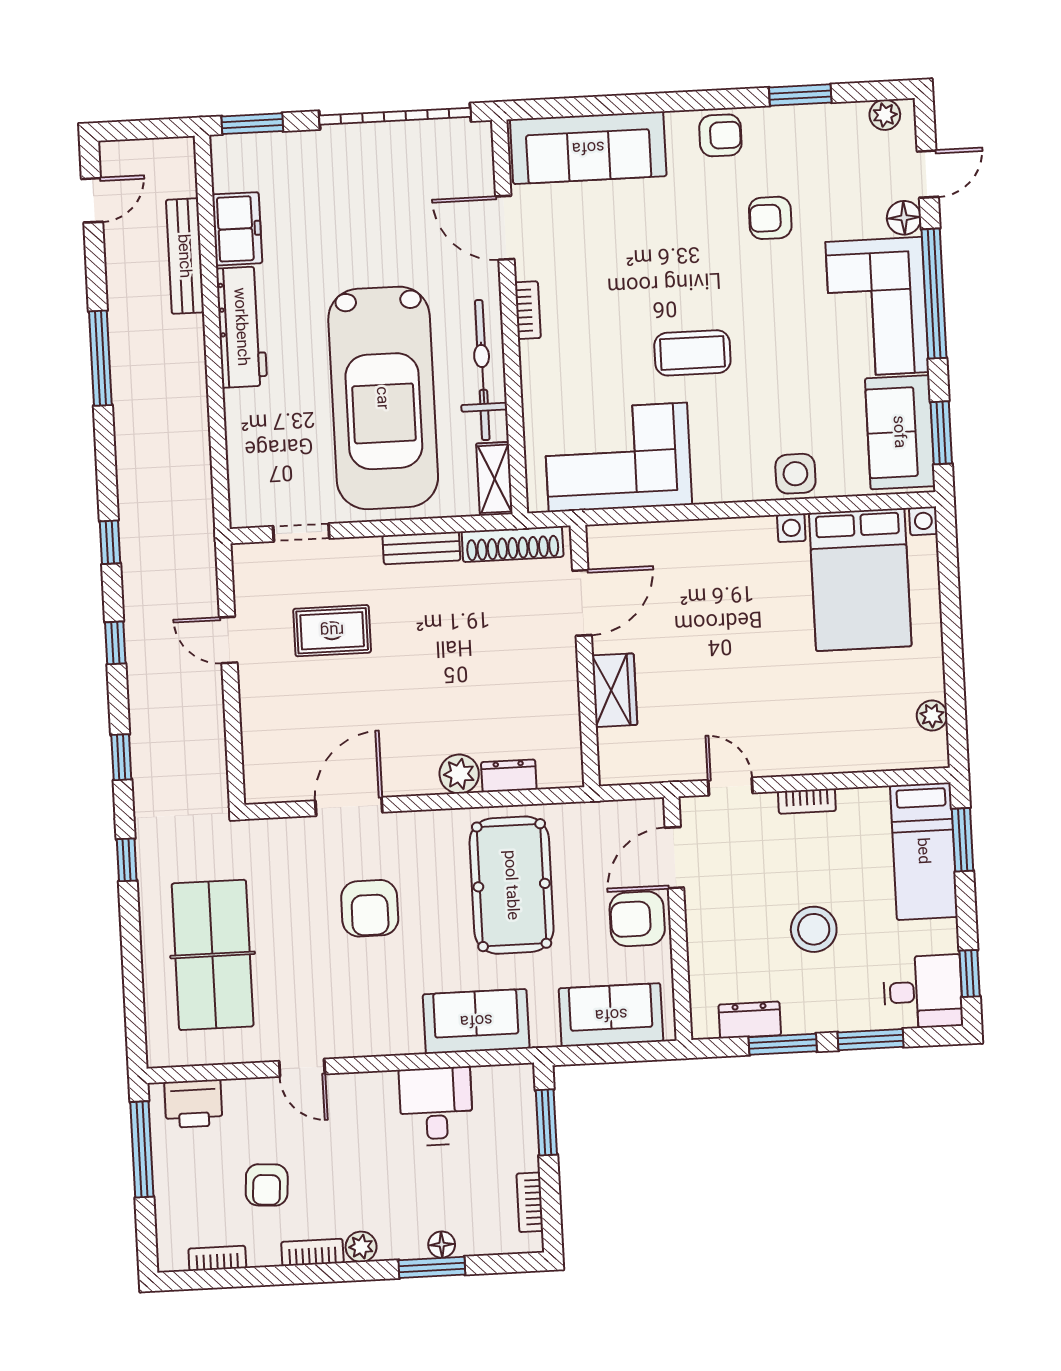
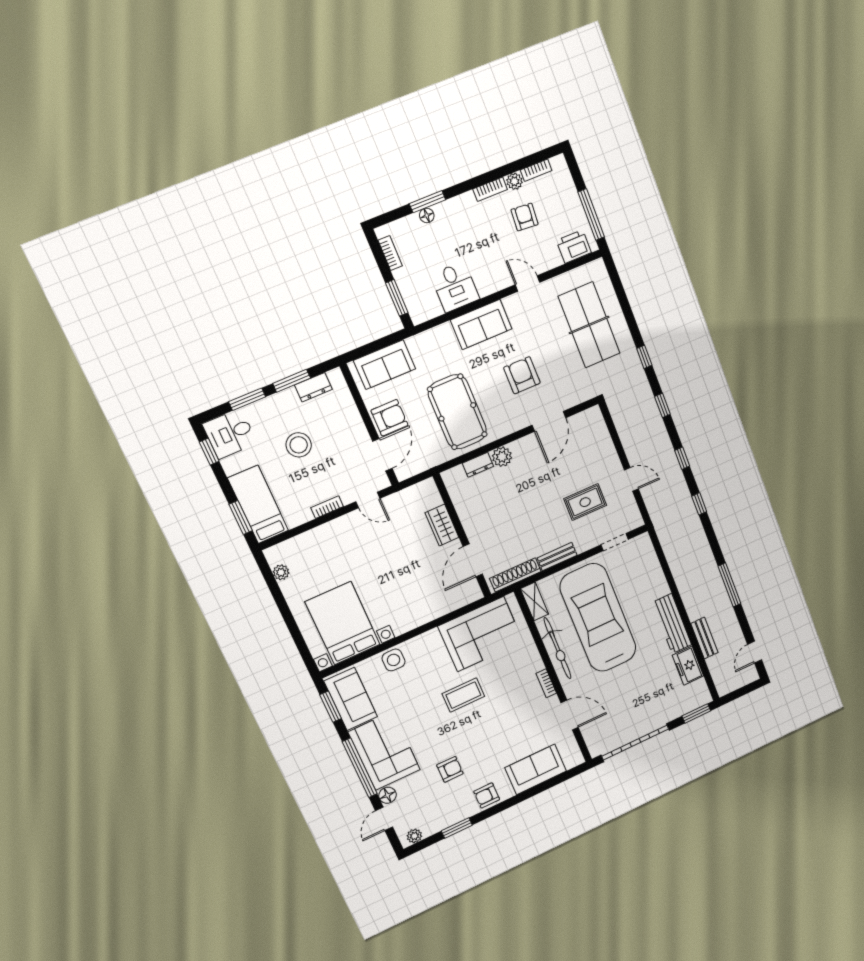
sofa: (588, 148) -> (536, 769), width x0.73
bench: (185, 256) -> (704, 638), width x0.73
sofa: (476, 1021) -> (481, 324), moved
plant: (361, 1247) -> (514, 181), moved

